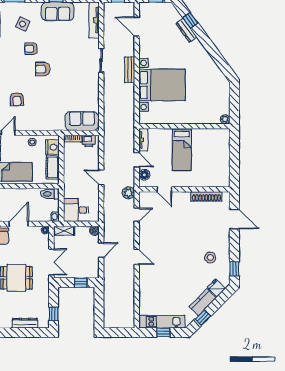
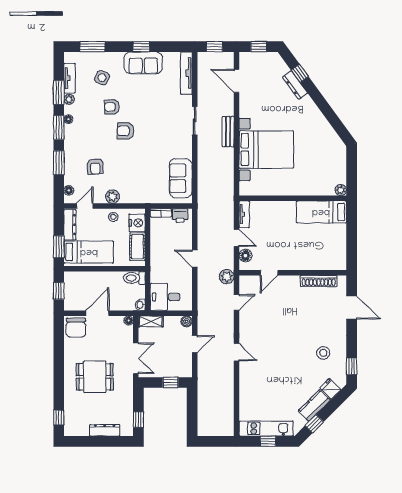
sofa: (82, 121) -> (181, 178), moved, turned -90
plant: (32, 125) -> (113, 197), added
bed: (182, 150) -> (321, 212), moved, turned 90
door: (164, 189) -> (269, 273), hinge flipped

